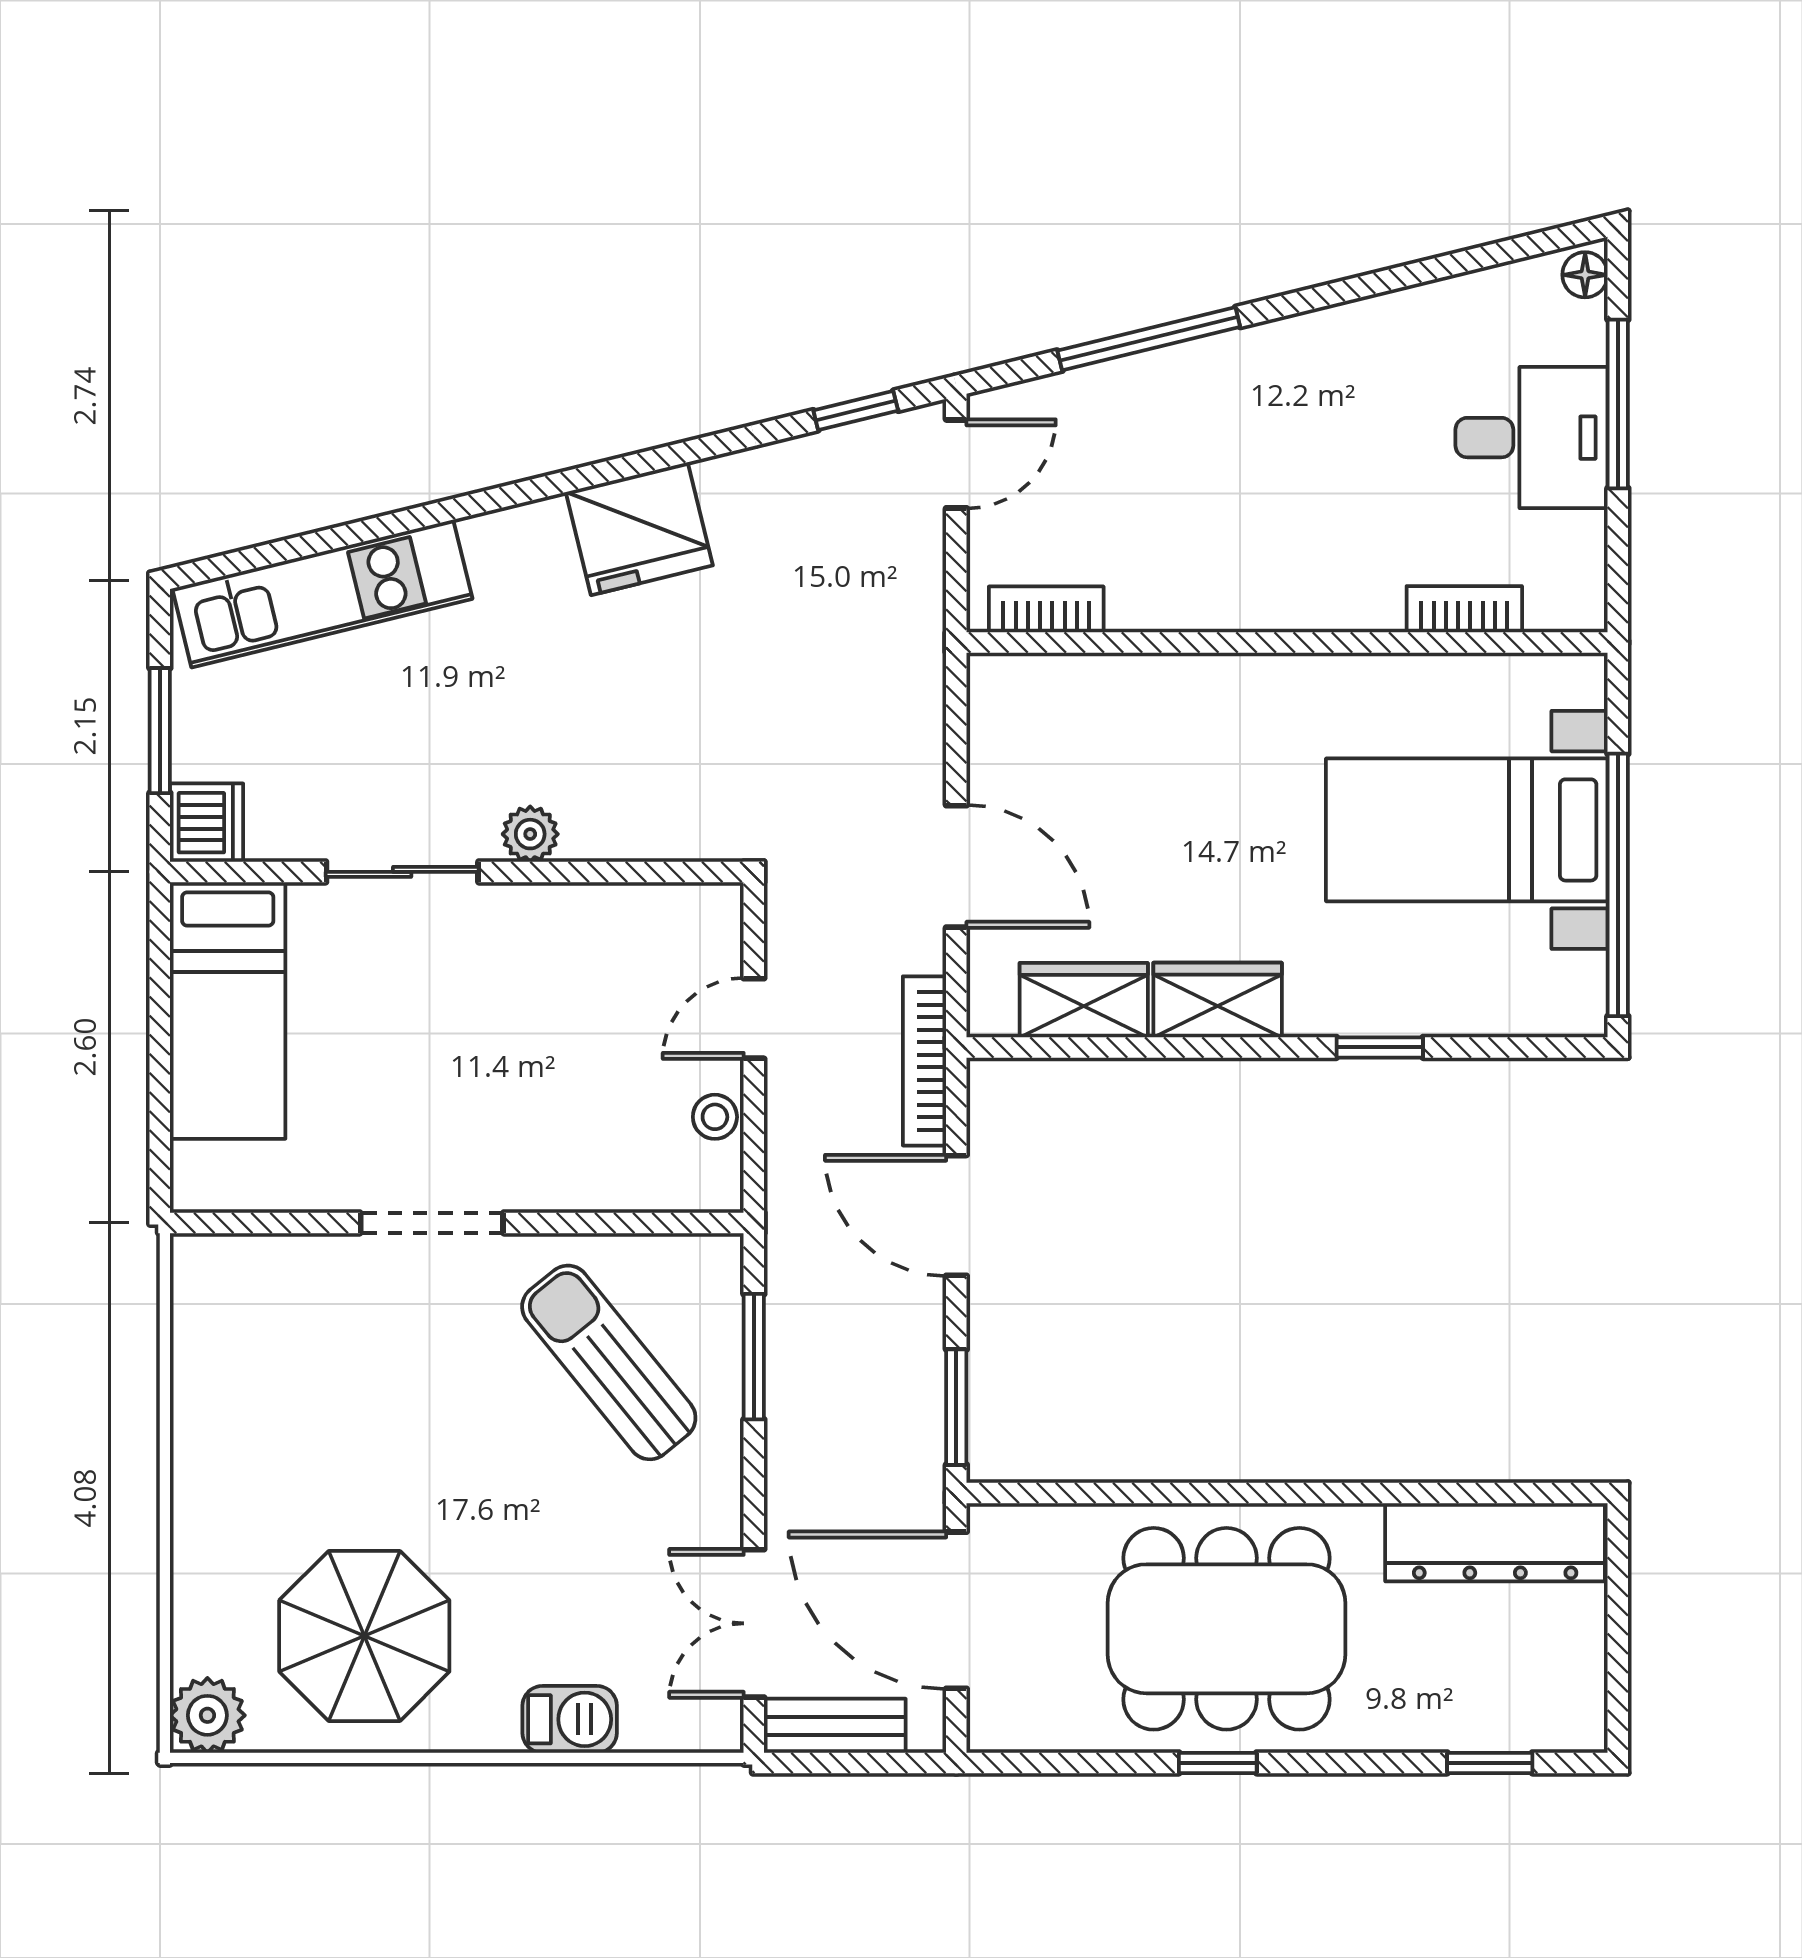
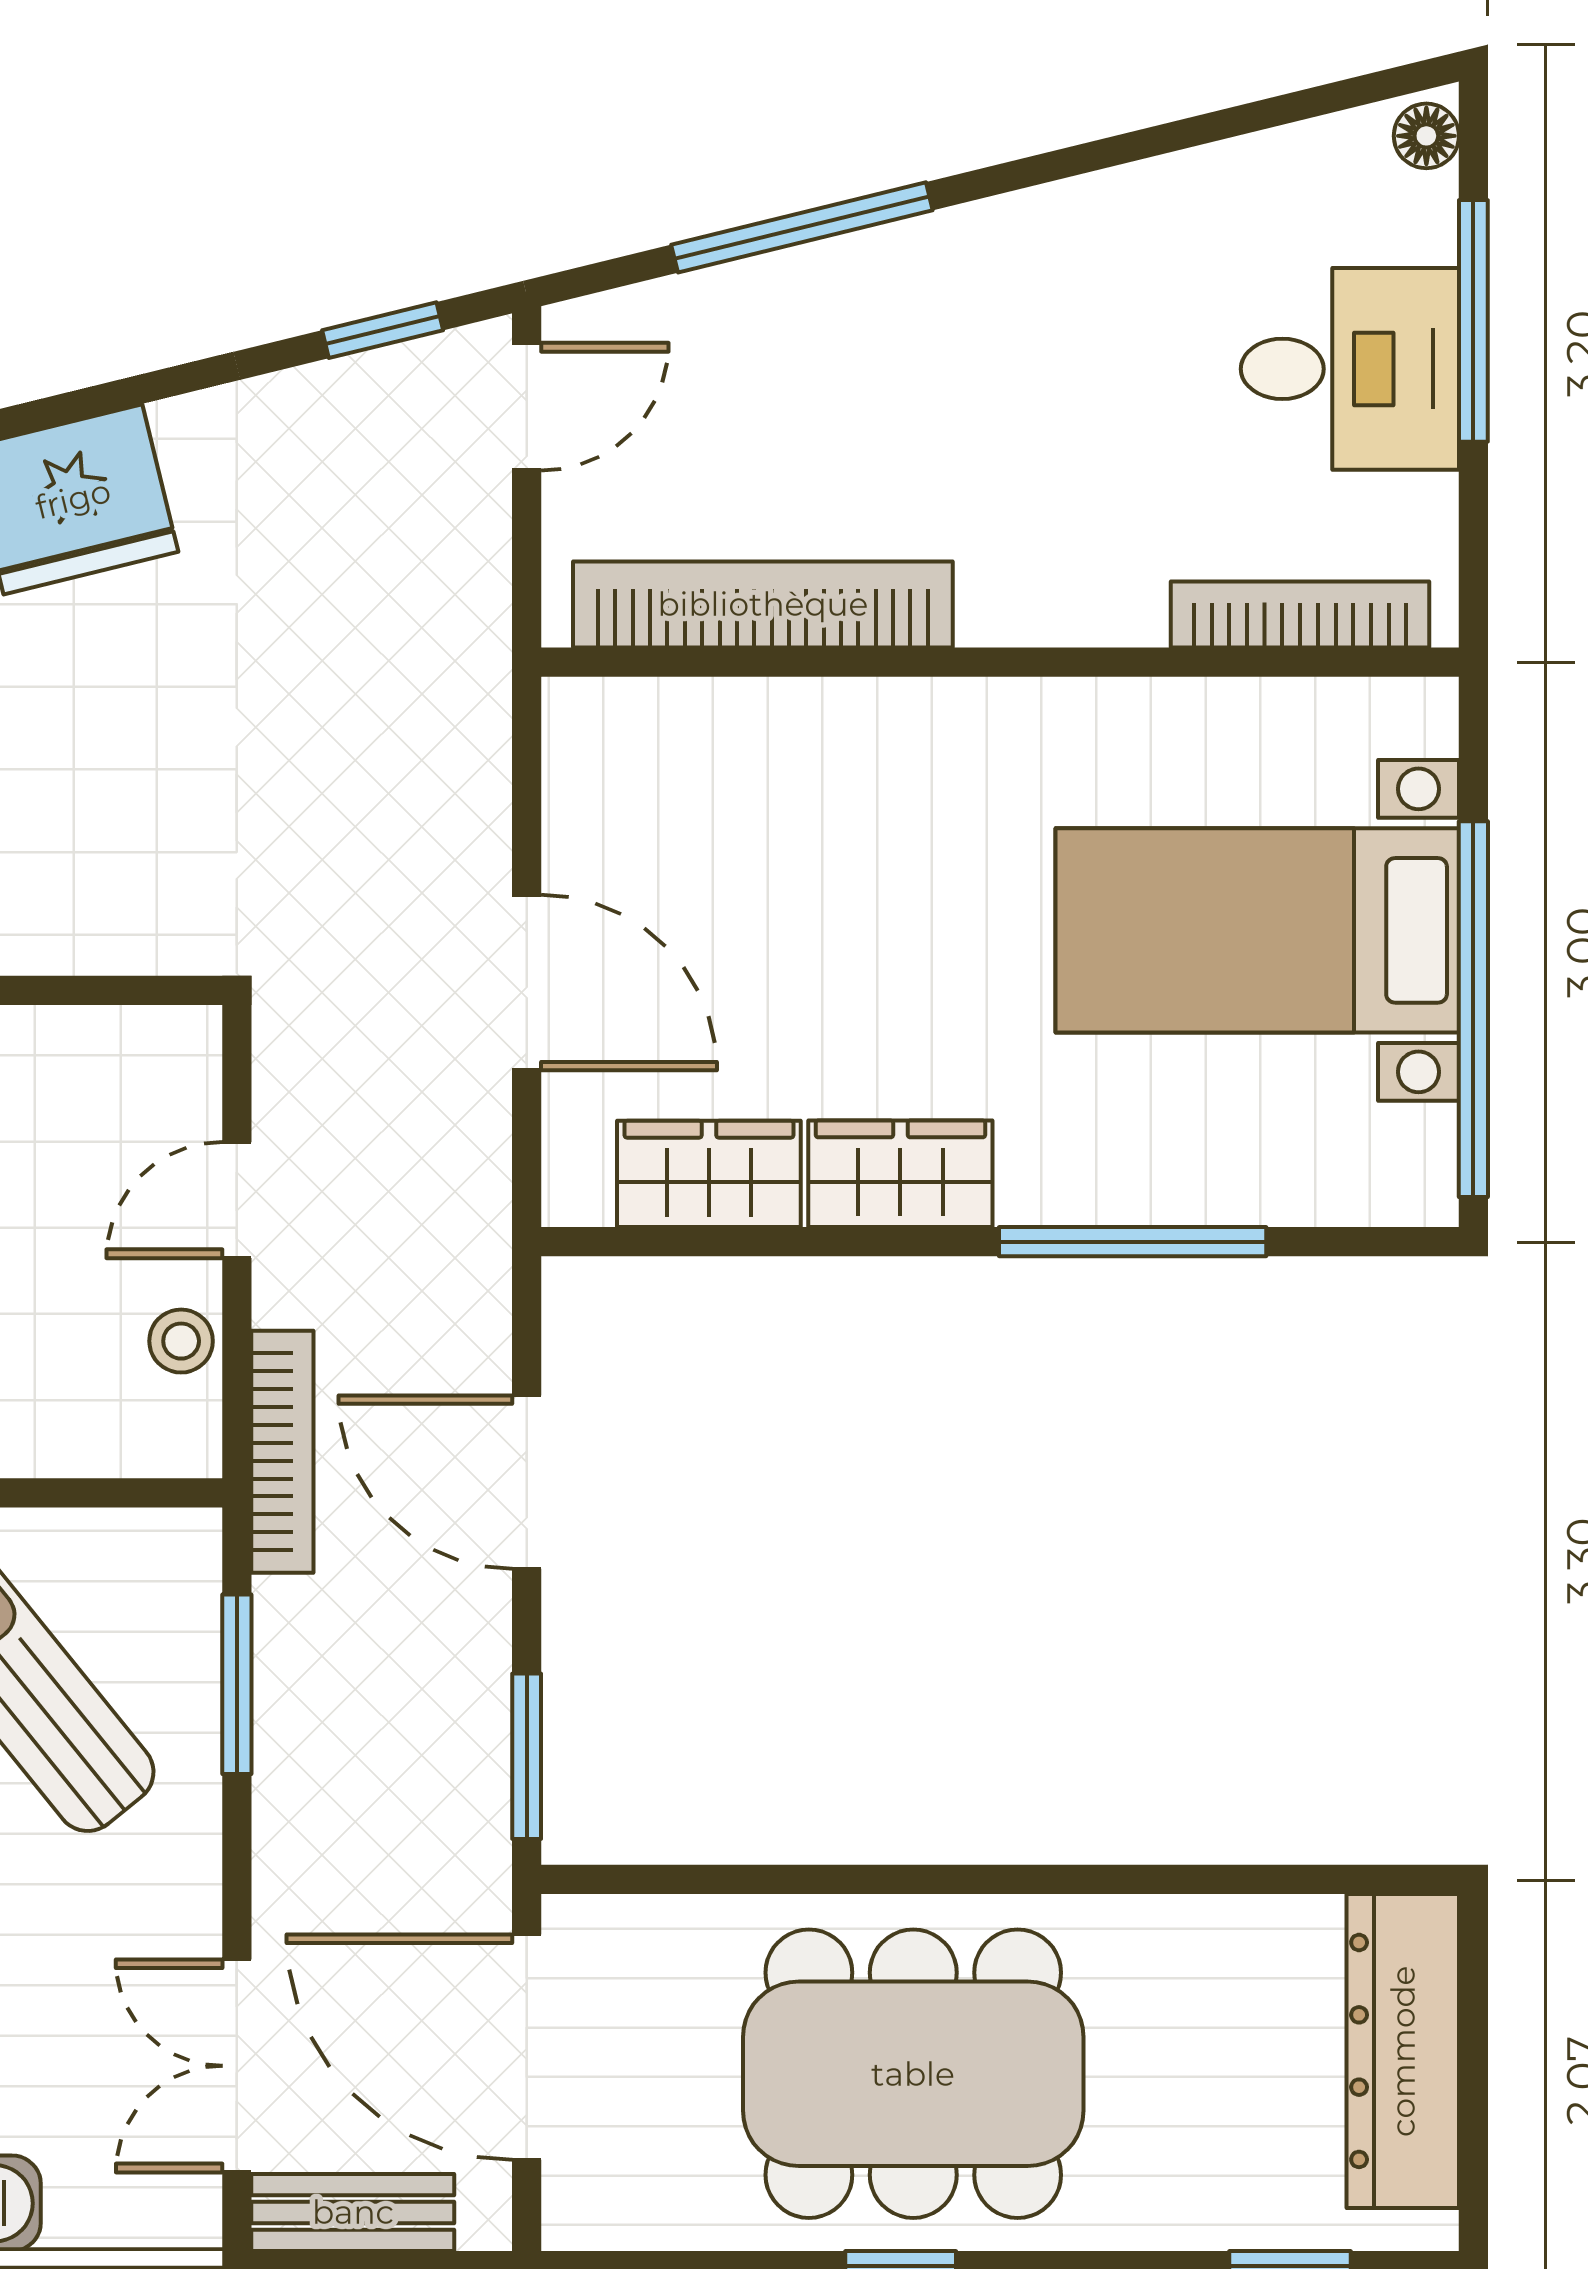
bookcase: (1046, 609) -> (763, 604), width x2.31, depth x1.31
bookcase: (1464, 609) -> (1300, 614), width x1.56
window: (1380, 1047) -> (1133, 1242), width x2.17
bookcase: (925, 1061) -> (282, 1452), moved, turned 180
dresser: (1495, 1542) -> (1403, 2051), moved, turned 90

